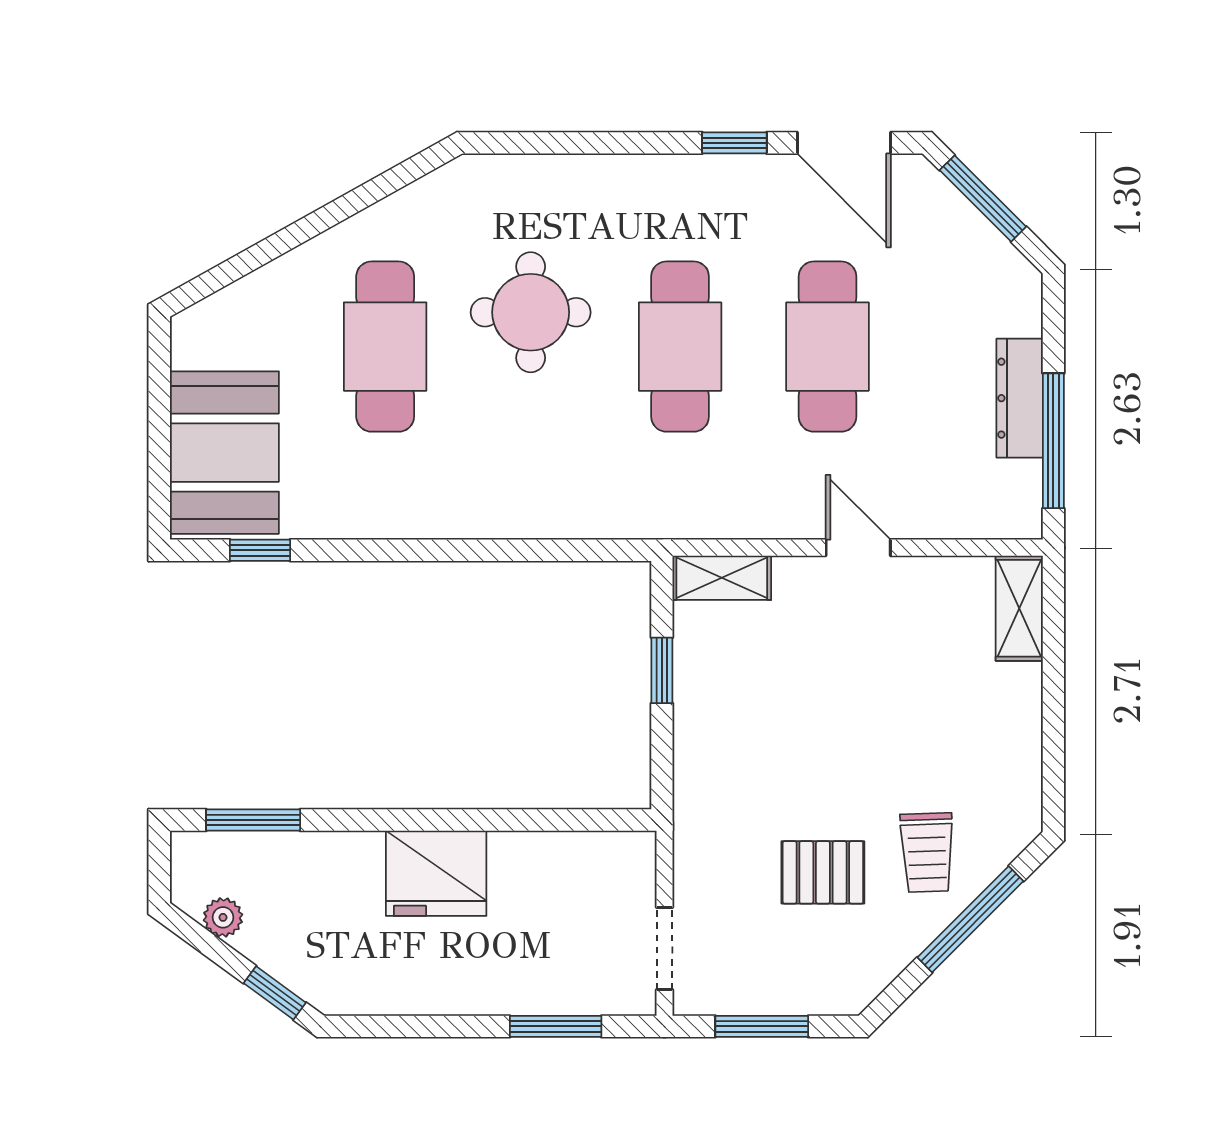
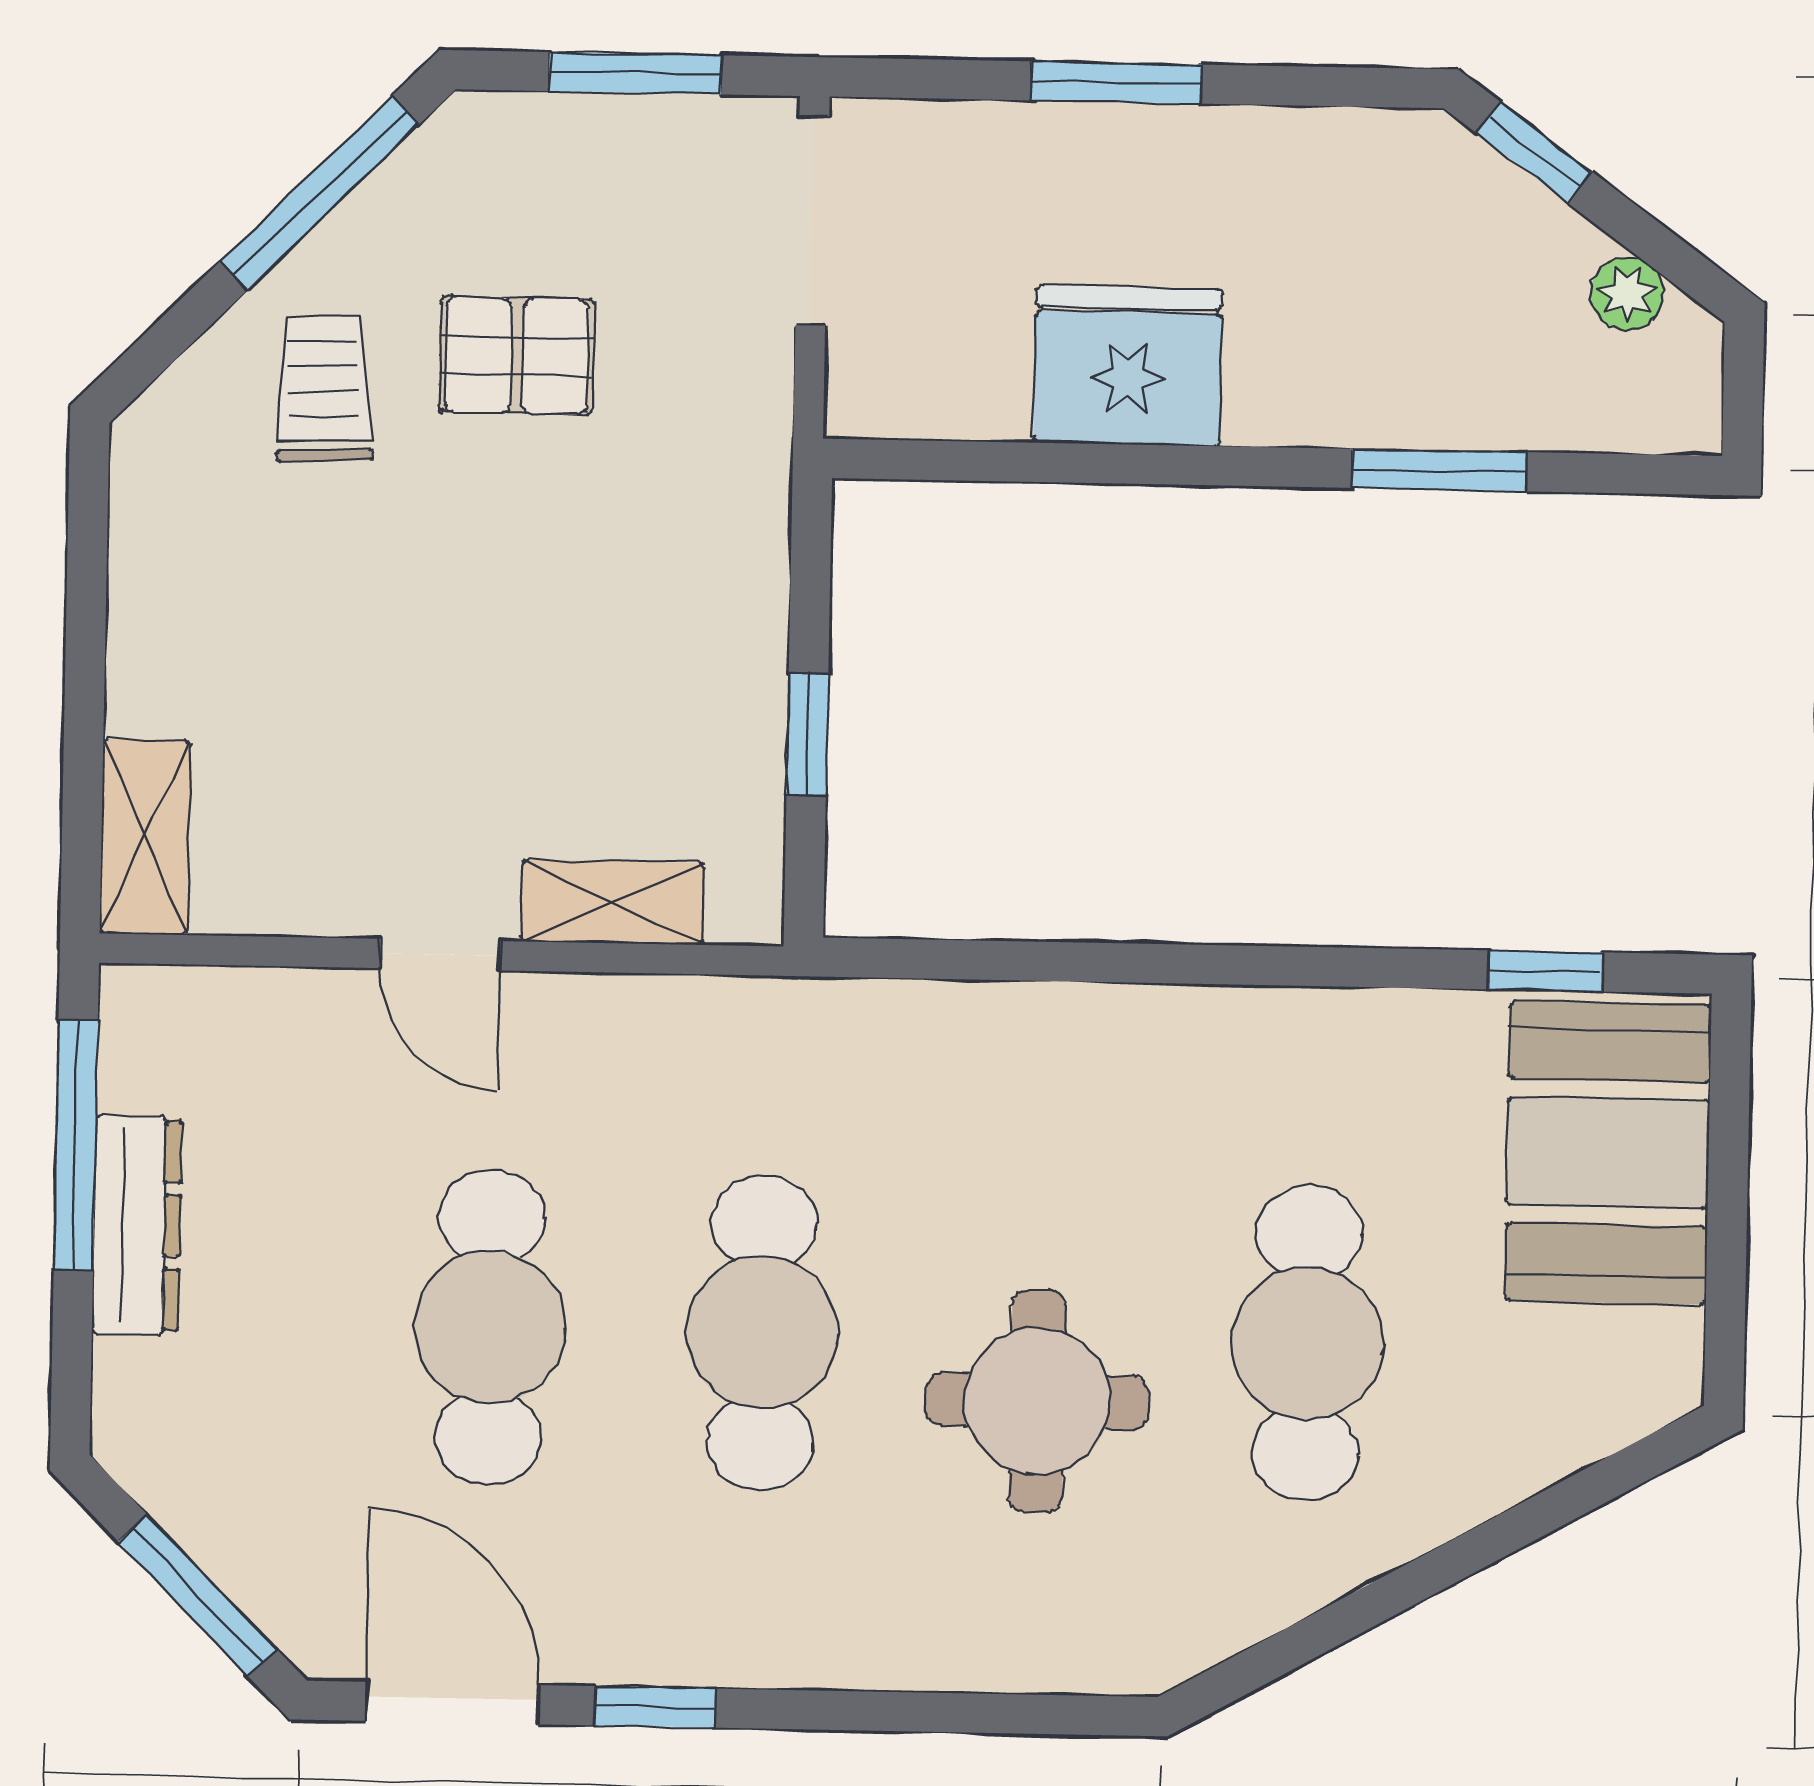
shelving: (722, 578) -> (613, 902), moved
window: (253, 820) -> (1440, 470), moved
fridge: (436, 873) -> (1128, 366), moved
window: (970, 919) -> (320, 193), moved
doorway: (665, 948) -> (812, 221), width x1.38
window: (556, 1026) -> (1116, 82), moved

